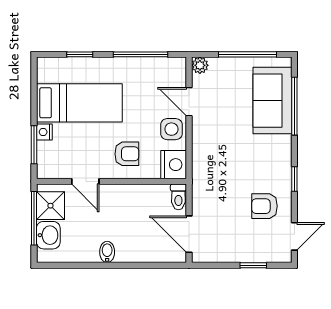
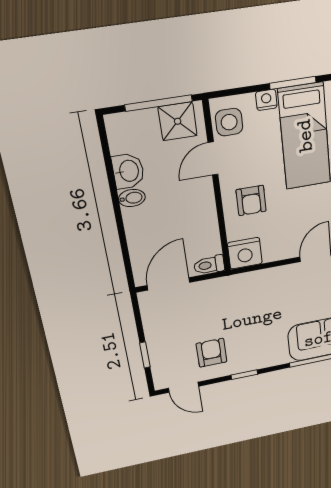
side table: (171, 129) -> (229, 122), moved
window: (34, 145) -> (293, 83), moved
washbasin: (48, 235) -> (128, 171), moved, turned -90

